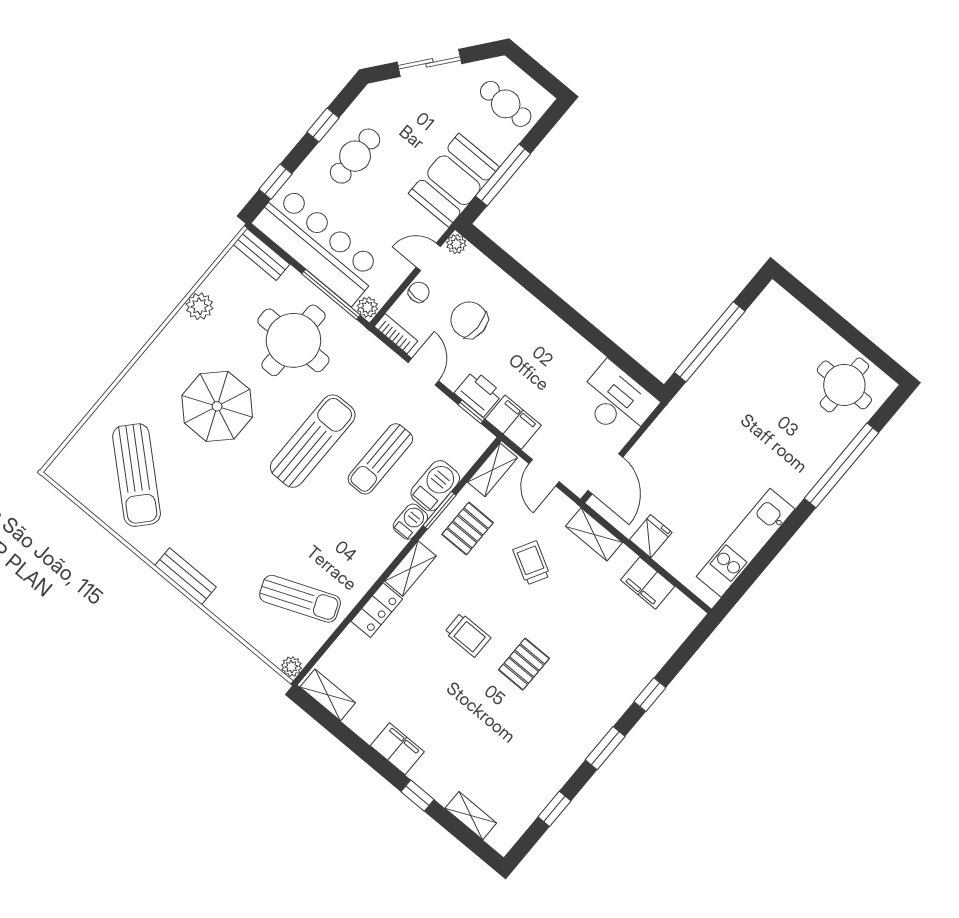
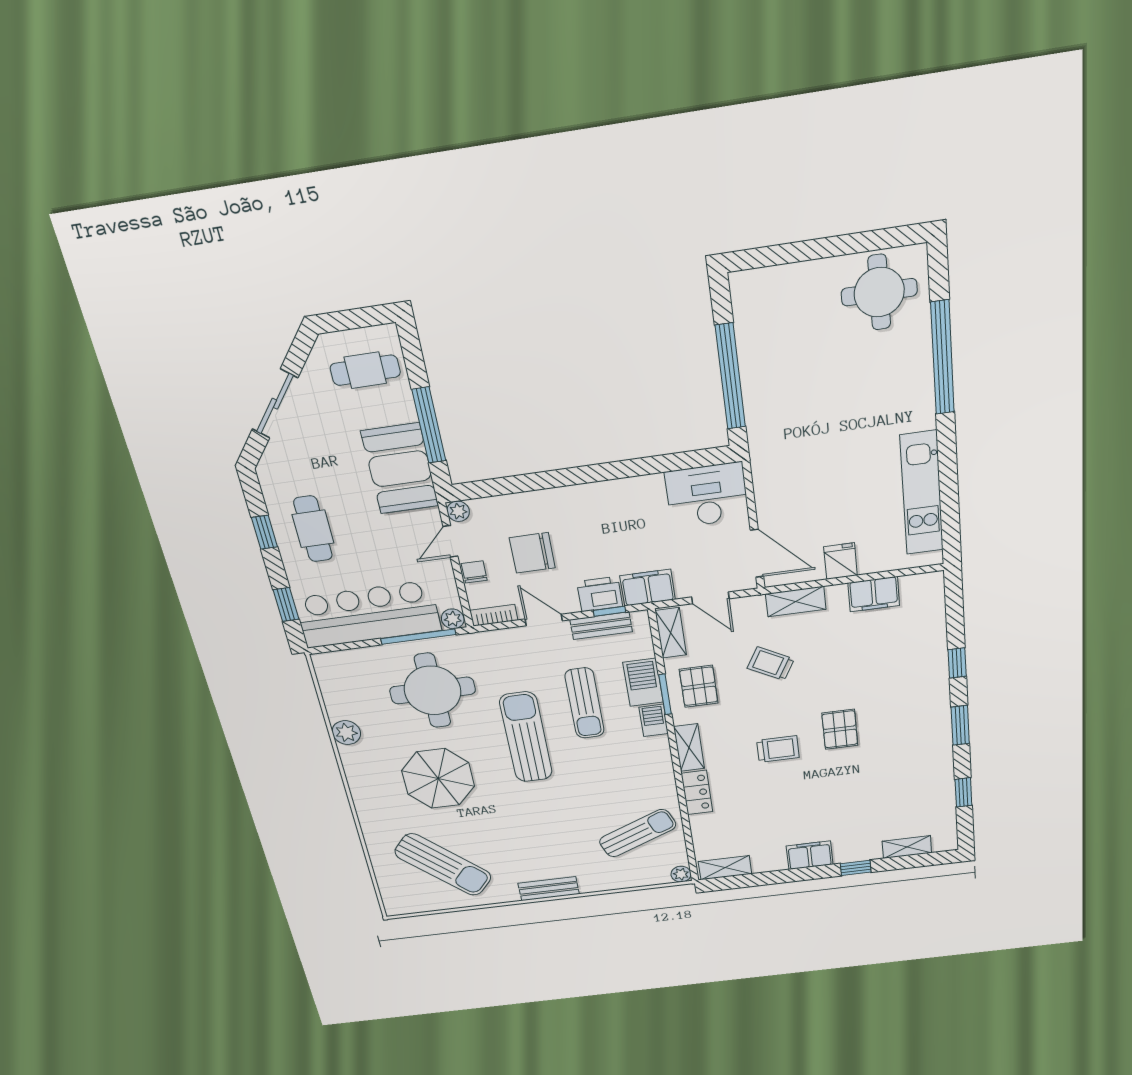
bench: (261, 254) -> (601, 626), moved

